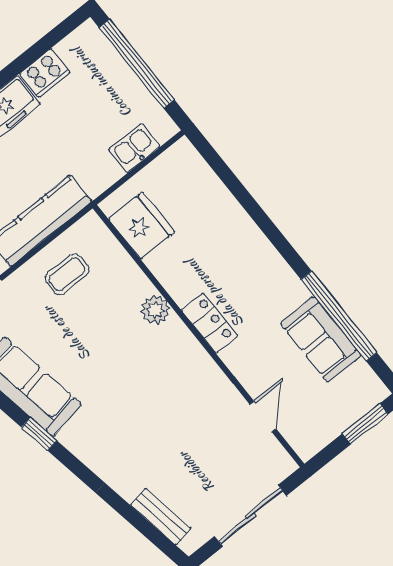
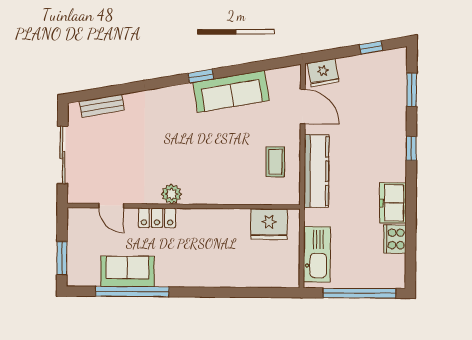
kitchen sink: (134, 148) -> (317, 254), width x1.87, depth x1.24
plant: (155, 310) -> (172, 194), moved
locker: (210, 323) -> (157, 218), moved

